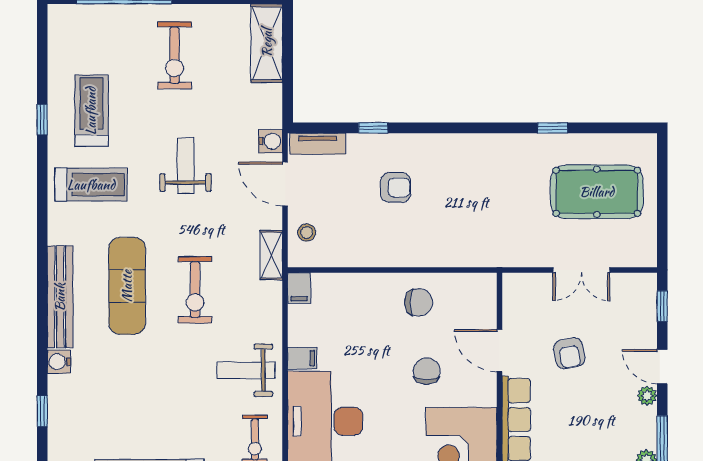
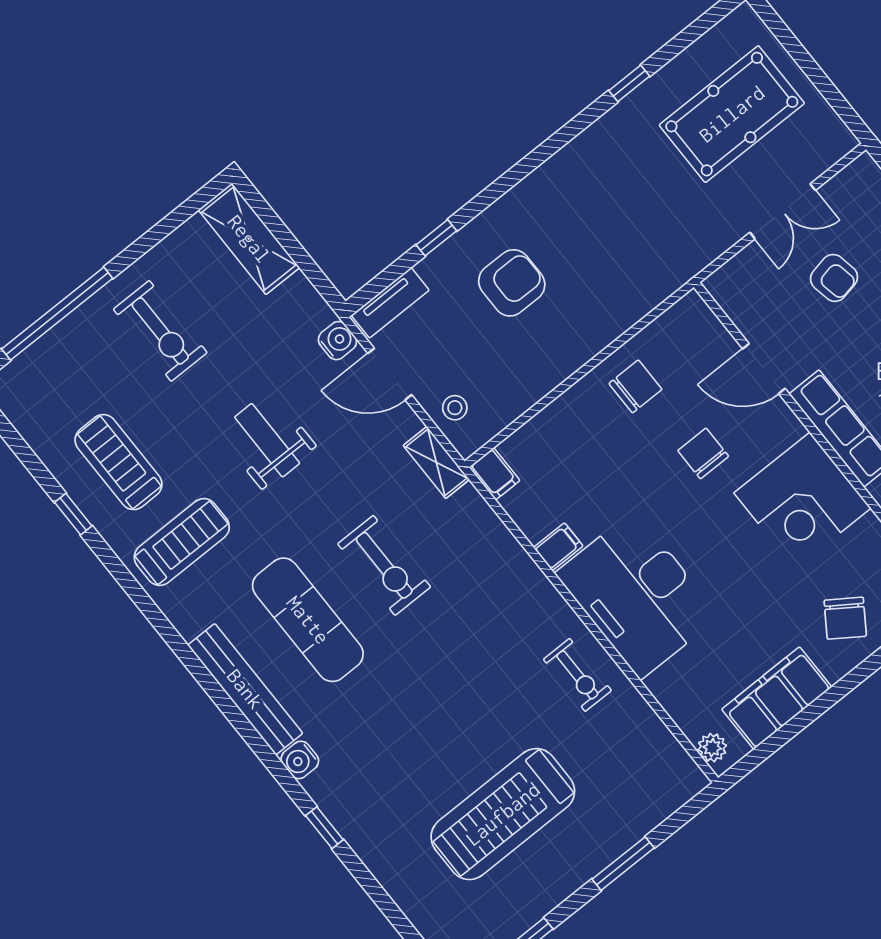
armchair: (396, 188) -> (512, 283), width x1.38, depth x1.38
armchair: (569, 353) -> (834, 278), moved
weight bench: (246, 370) -> (508, 608), removed

